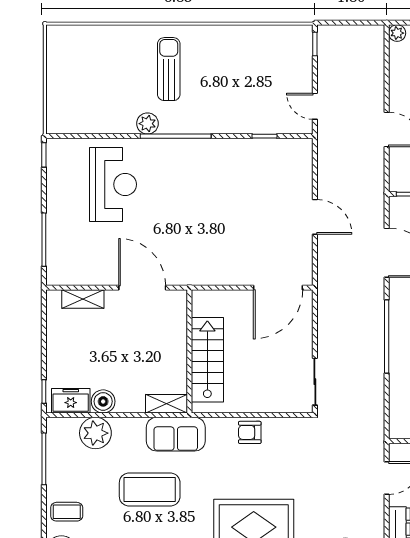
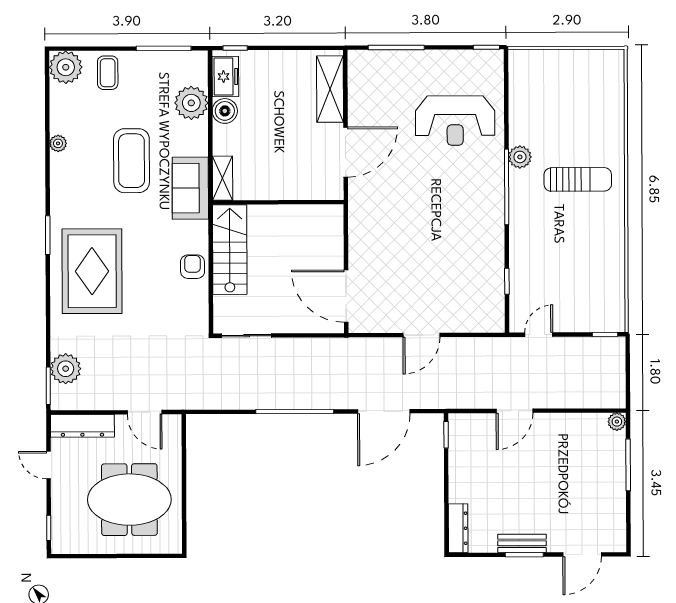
shelving: (83, 299) -> (330, 89), width x1.50, depth x1.33
stairs: (207, 360) -> (230, 250), moved, turned -90

